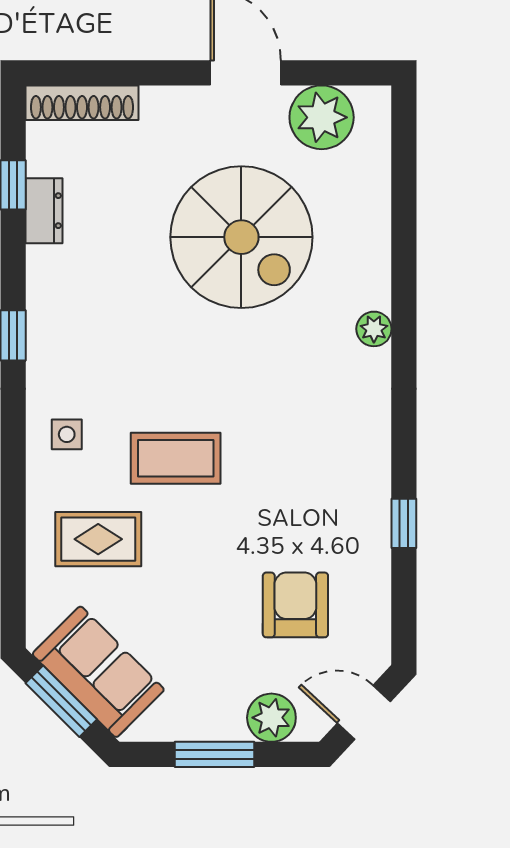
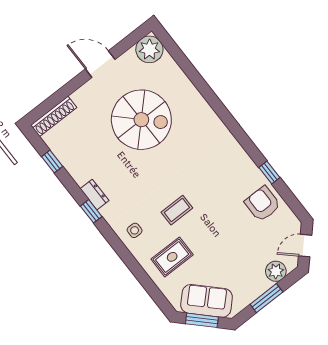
plant: (322, 117) -> (149, 49), moved
dresser: (44, 211) -> (95, 195), moved
plant: (374, 329) -> (209, 116), removed
coffee table: (176, 458) -> (177, 210), width x0.73, depth x0.77
armchair: (295, 605) -> (263, 204), moved

